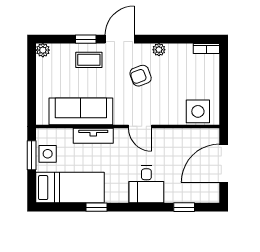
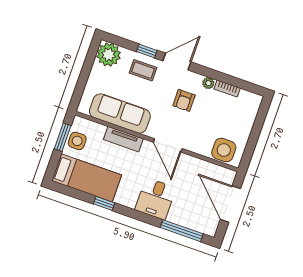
bookcase: (206, 49) -> (227, 88), moved
plant: (43, 50) -> (109, 55), width x1.87, depth x1.87
armchair: (141, 76) -> (184, 100), turned -70
door: (140, 126) -> (168, 145), width x1.38
door: (224, 163) -> (230, 204), hinge flipped
window: (184, 207) -> (182, 231), width x2.17

